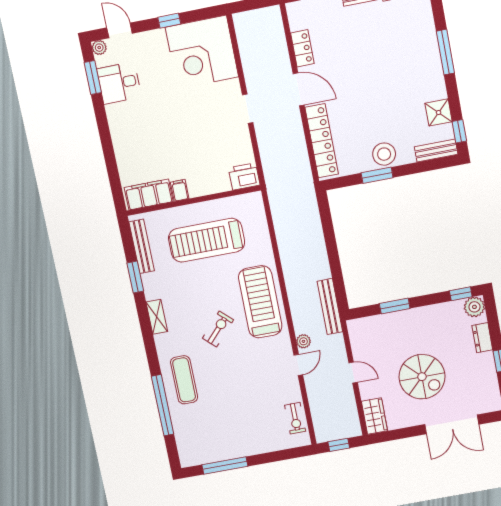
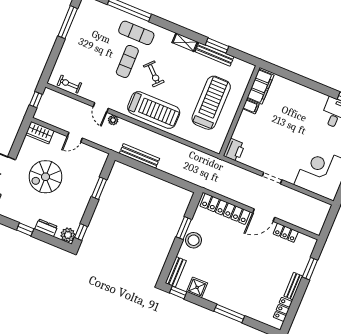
bench: (142, 246) -> (215, 54), moved
bench: (330, 306) -> (139, 156), moved
exercise mat: (224, 369) -> (127, 61), added

